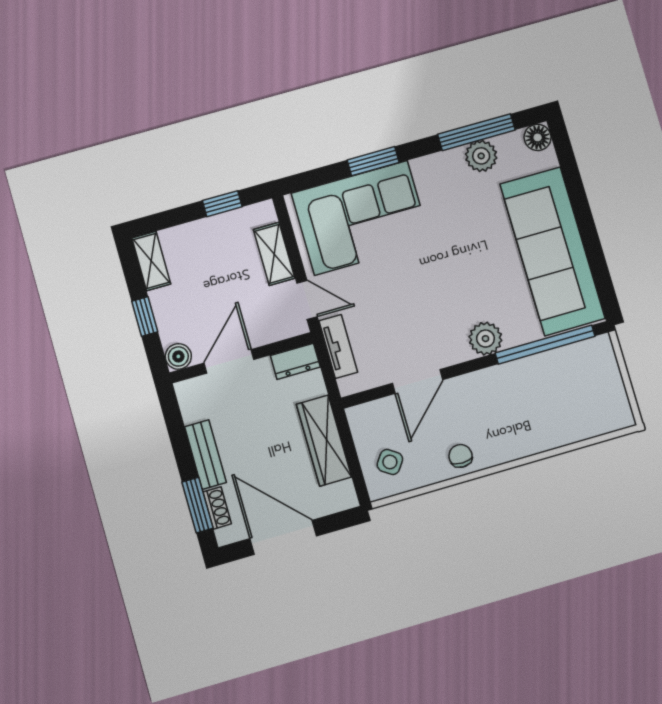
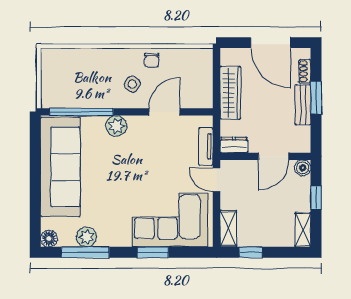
shelving: (274, 254) -> (228, 229), moved
side table: (390, 462) -> (132, 84), moved
window: (198, 505) -> (316, 98), moved

